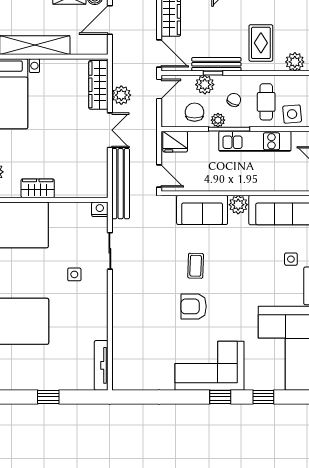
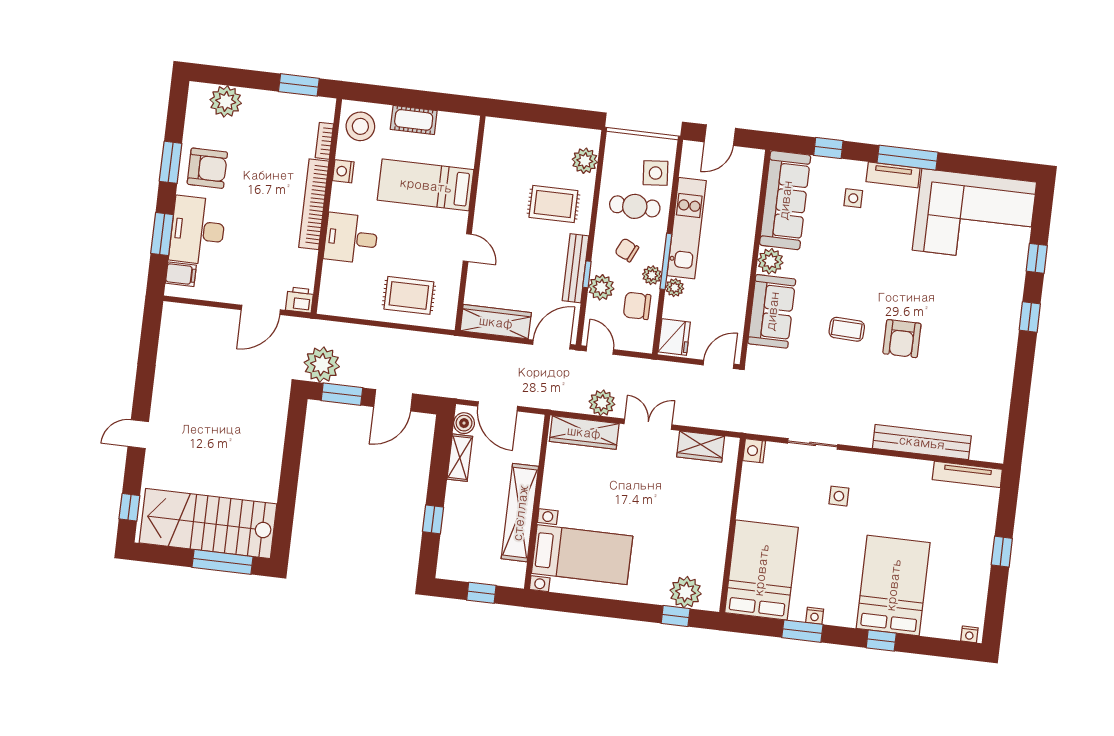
plant: (211, 138) -> (675, 288), added
bench: (121, 184) -> (922, 442), moved
wardrobe: (38, 188) -> (701, 446), moved, turned -90
corner sofa: (210, 366) -> (986, 327), removed

